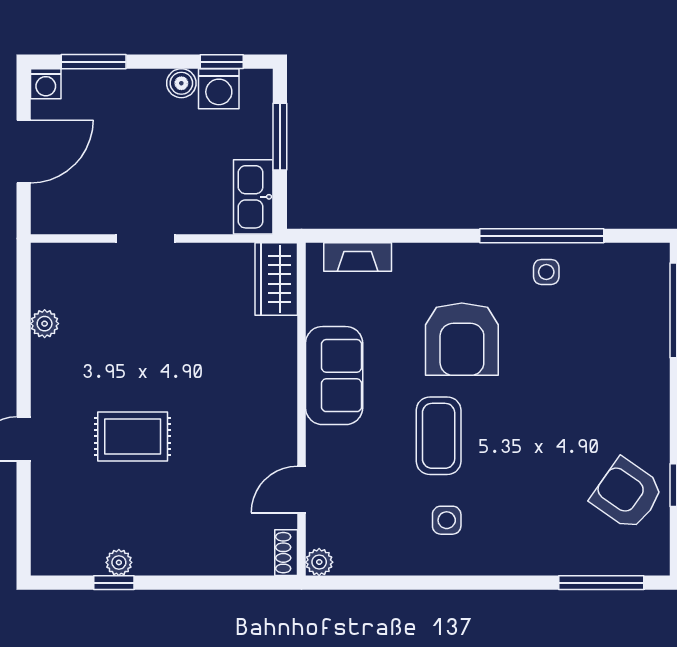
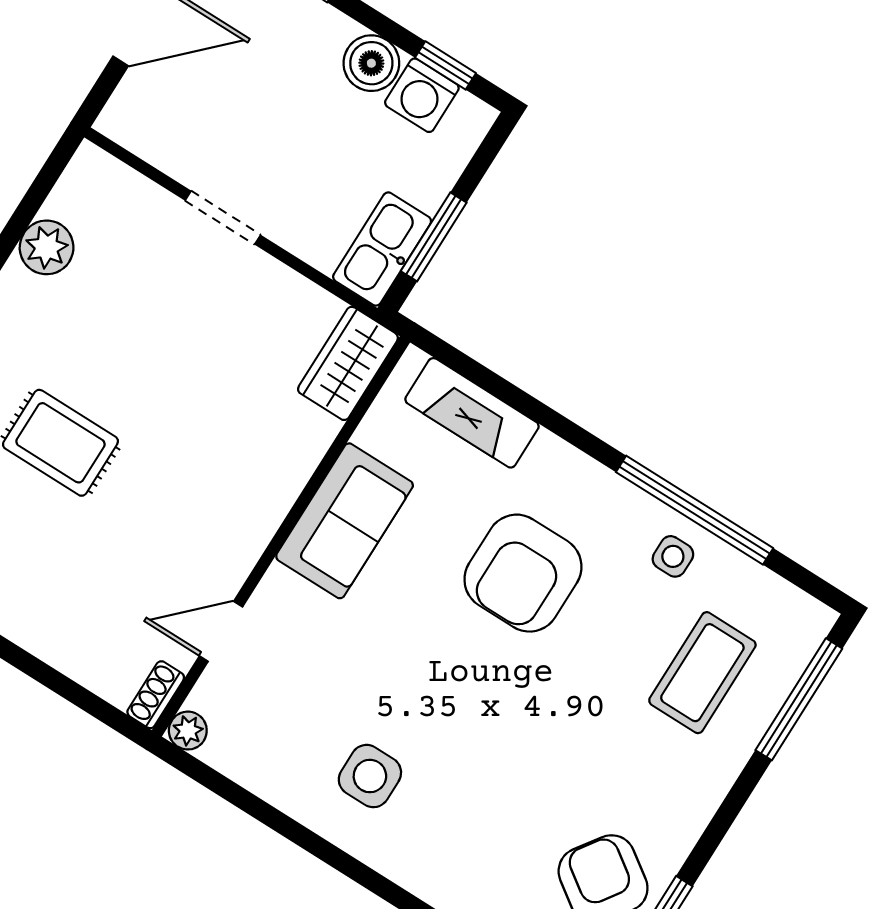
boiler: (181, 83) -> (371, 63), width x1.36, depth x1.36
window: (280, 137) -> (434, 237), moved
fireplace: (358, 257) -> (472, 413), width x1.37, depth x1.32
plant: (45, 324) -> (47, 247), width x1.38, depth x1.38
coffee table: (439, 436) -> (702, 673), moved
side table: (447, 520) -> (370, 776), width x1.37, depth x1.37

